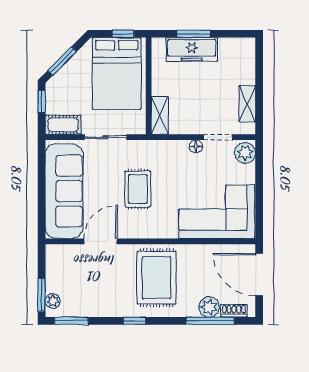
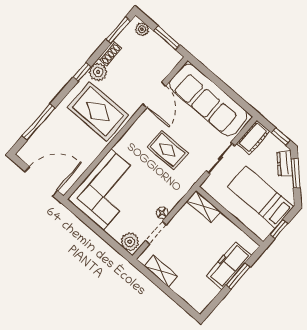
bed: (117, 73) -> (261, 197), width x0.67
dresser: (62, 78) -> (285, 164), added
window: (42, 295) -> (167, 38), moved
plant: (209, 307) -> (98, 72), moved
shoe rack: (234, 311) -> (110, 53), moved

